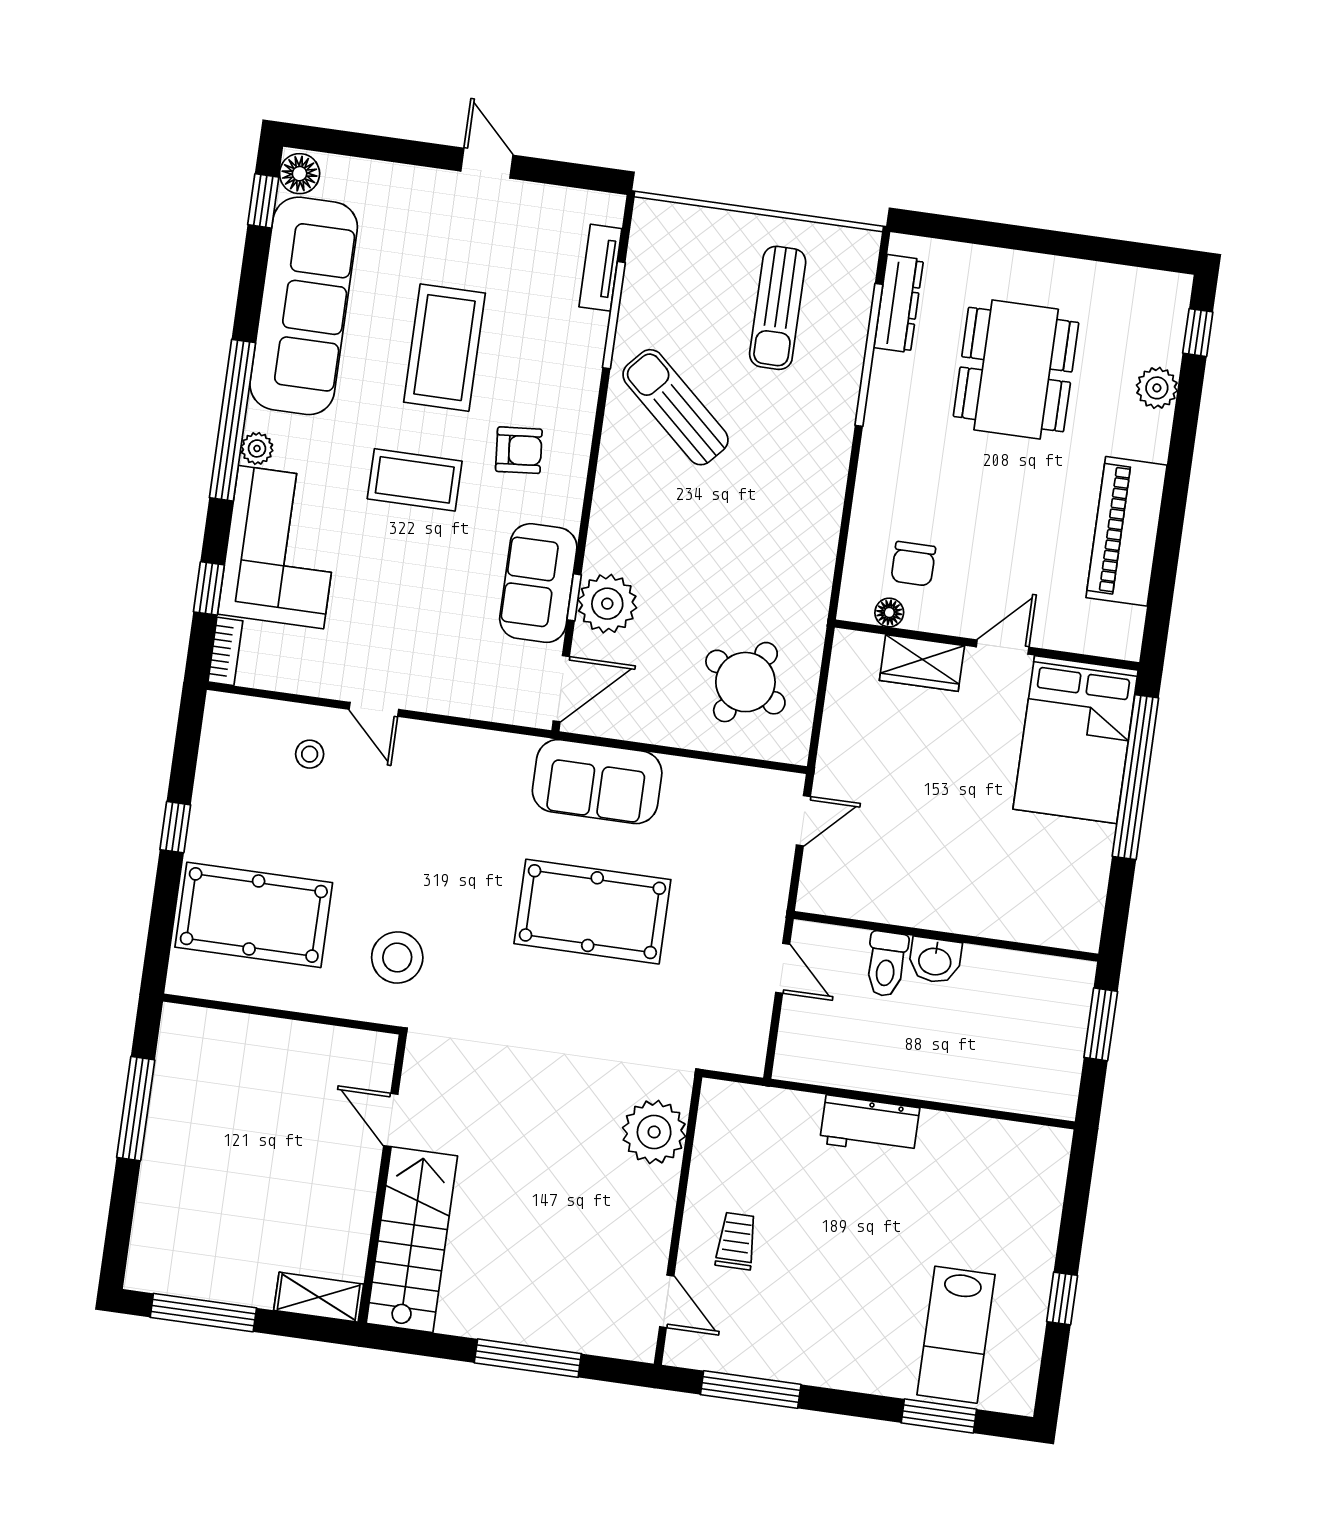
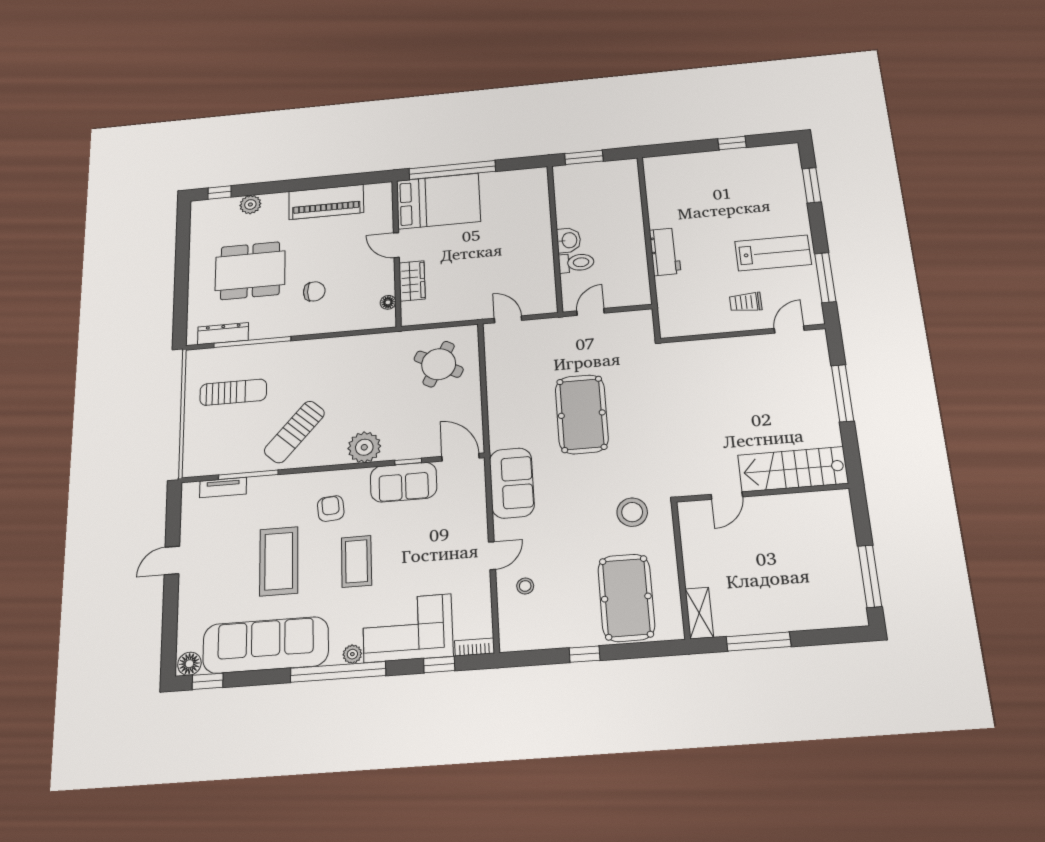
coffee table: (445, 348) -> (279, 561), turned 90
chair: (913, 564) -> (314, 291), moved
plant: (607, 604) -> (364, 447), moved
sofa: (597, 782) -> (512, 483), moved
plant: (654, 1132) -> (697, 356), removed
shelving: (319, 1297) -> (699, 613), moved
lab bench: (956, 1335) -> (773, 253), moved

